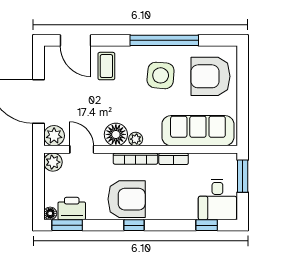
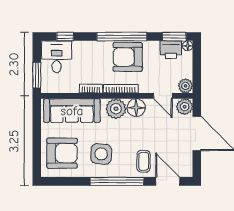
window: (164, 40) -> (117, 181), moved
plant: (136, 139) -> (116, 109), width x1.88, depth x1.88
window: (134, 225) -> (122, 37), width x3.17

